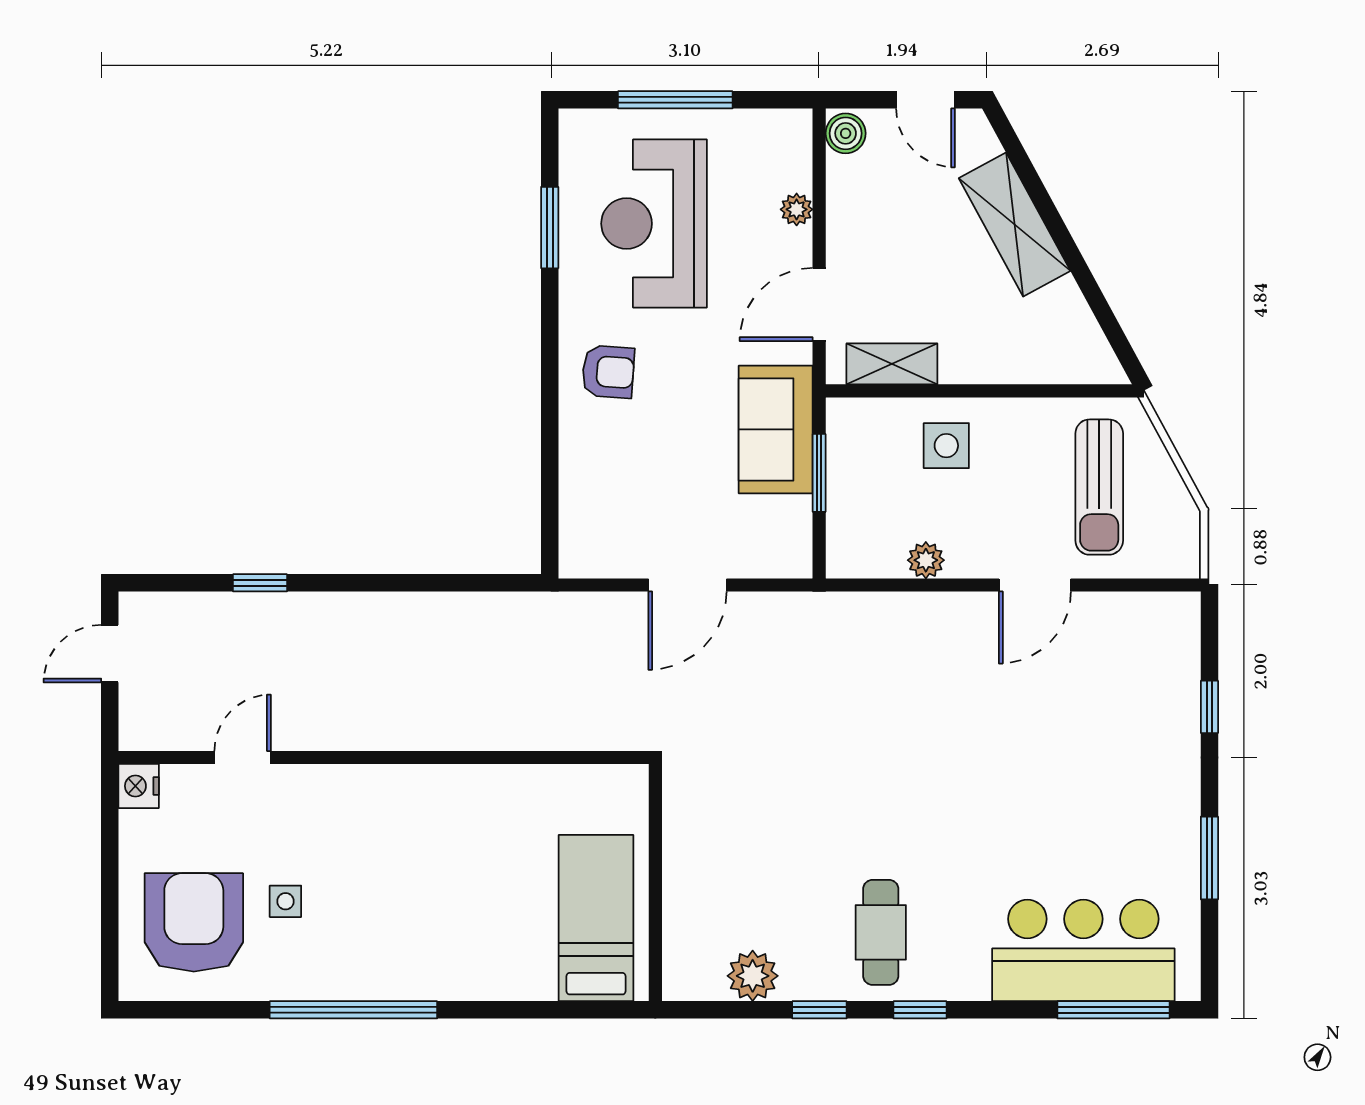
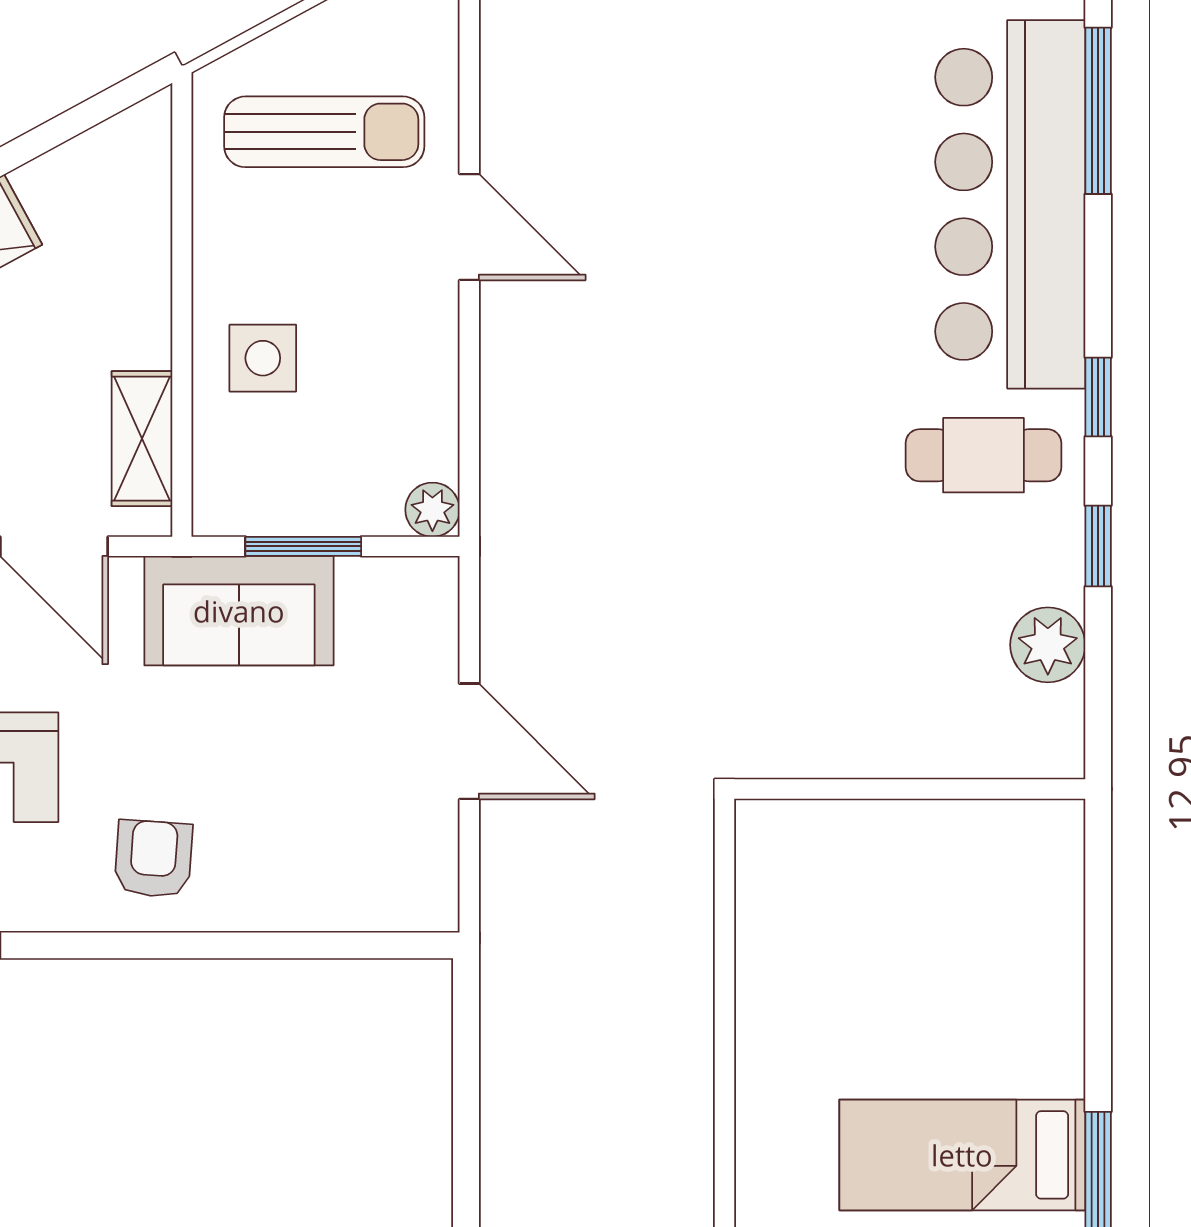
plant: (926, 560) -> (432, 510), moved
bed: (596, 918) -> (962, 1155), moved
bar counter: (1083, 950) -> (1010, 204), width x1.36

